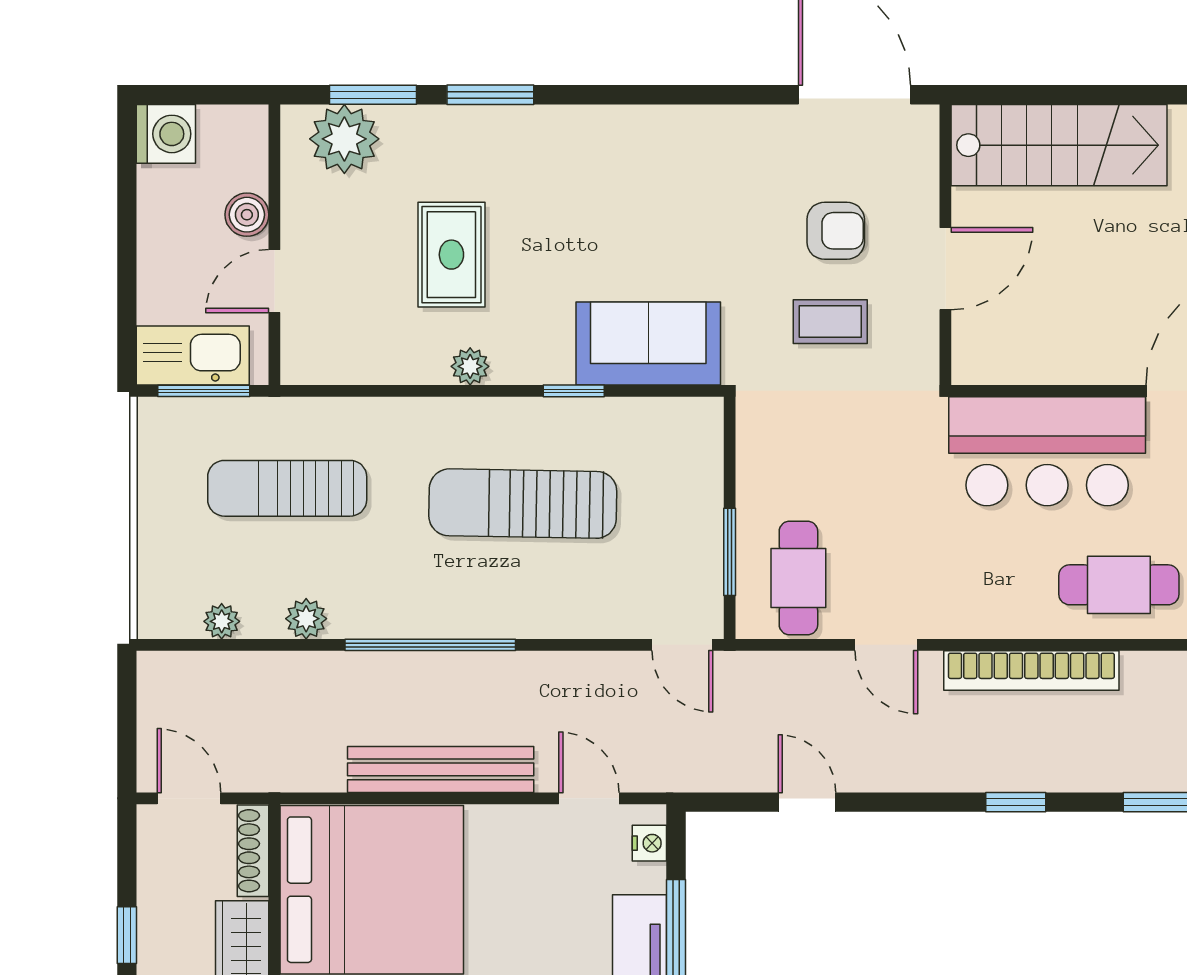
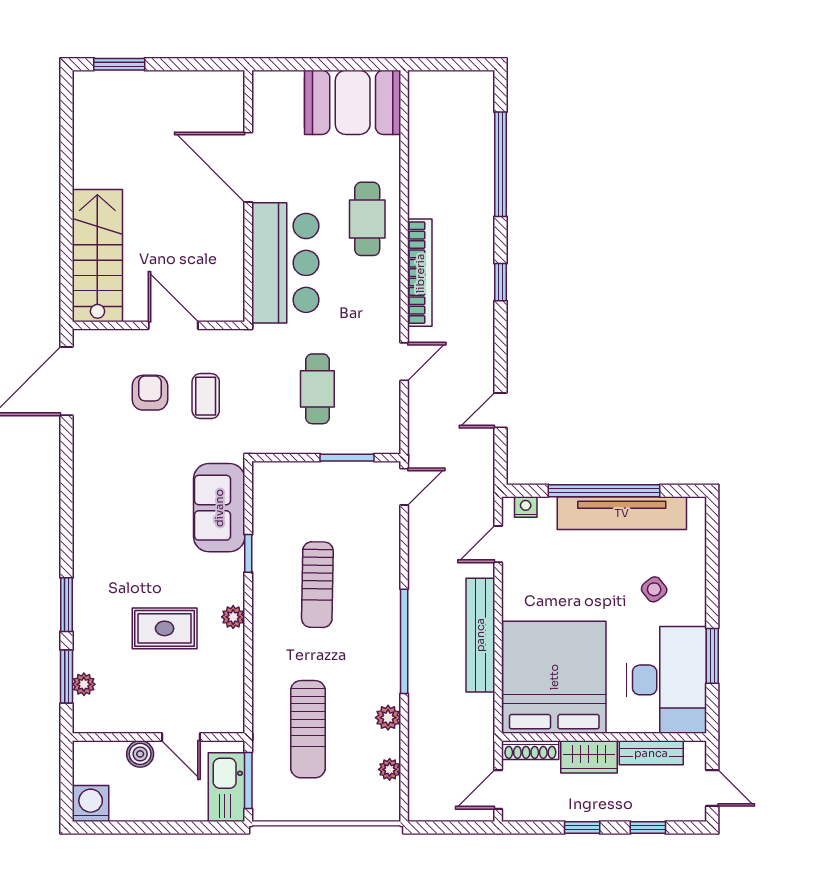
plant: (344, 139) -> (84, 684), width x0.53, depth x0.53
sun lounger: (523, 504) -> (317, 585), width x0.73, depth x0.75
cafe table: (798, 578) -> (317, 389), moved, turned 90

